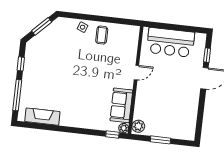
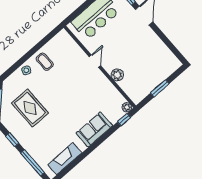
rug: (57, 56) -> (30, 108), added
sofa: (121, 105) -> (94, 129), moved, turned 90
plant: (138, 126) -> (117, 75), moved

